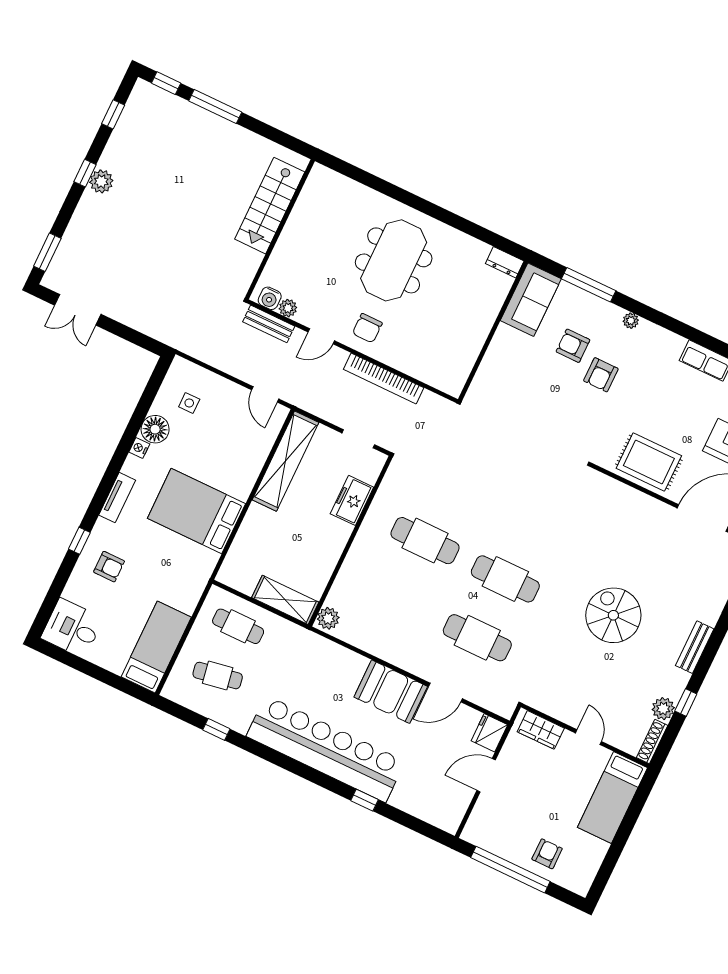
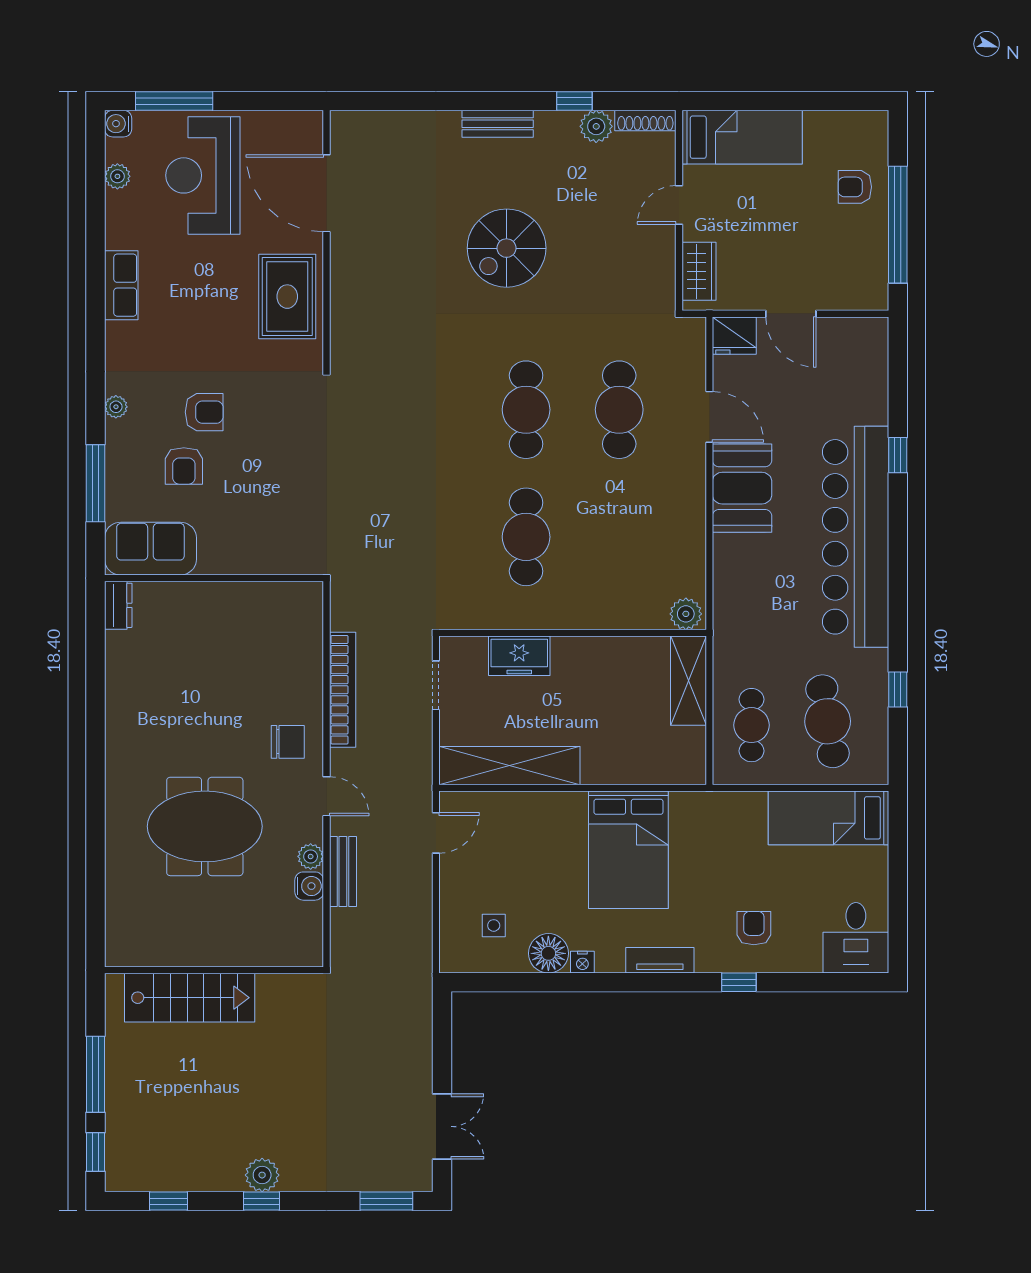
stairs: (270, 206) -> (190, 998), moved
wall: (280, 229) -> (214, 970), moved
meeting table: (394, 260) -> (205, 826), moved
cafe table: (218, 676) -> (828, 721), width x1.37, depth x1.35

